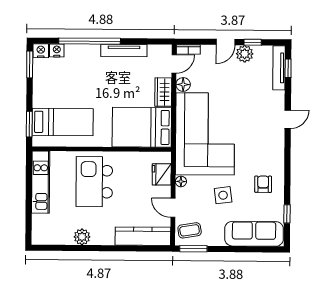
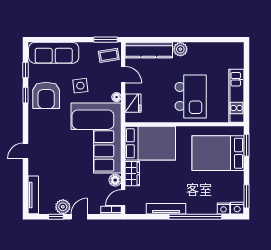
window: (288, 68) -> (26, 95), moved
bed: (63, 122) -> (218, 153), width x1.50
armchair: (263, 184) -> (46, 95), width x1.88, depth x1.88
plant: (82, 237) -> (180, 49), moved

